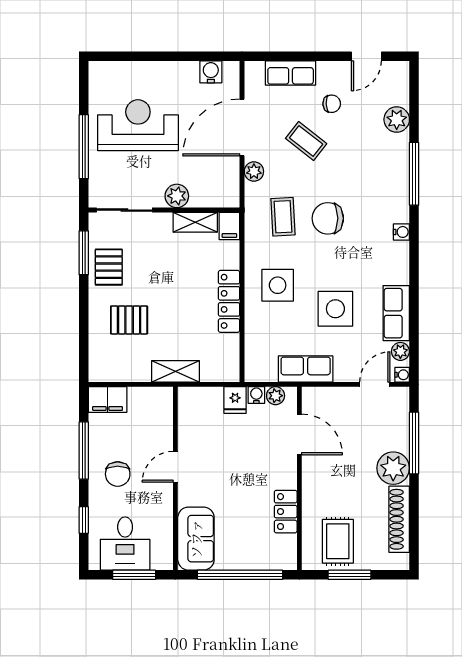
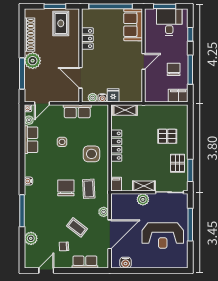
chair: (328, 218) -> (66, 188), turned -90
shelving: (195, 222) -> (144, 186), moved
side table: (335, 309) -> (62, 142), width x0.54, depth x0.54
shelving: (175, 371) -> (125, 110), moved
chair: (118, 474) -> (174, 69), moved

